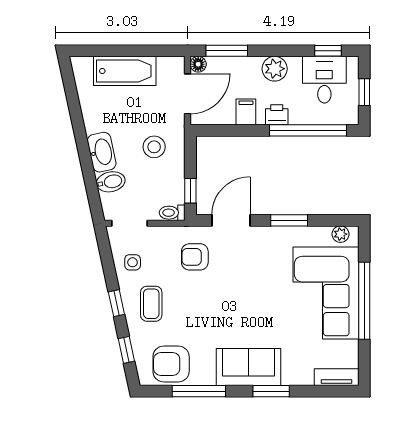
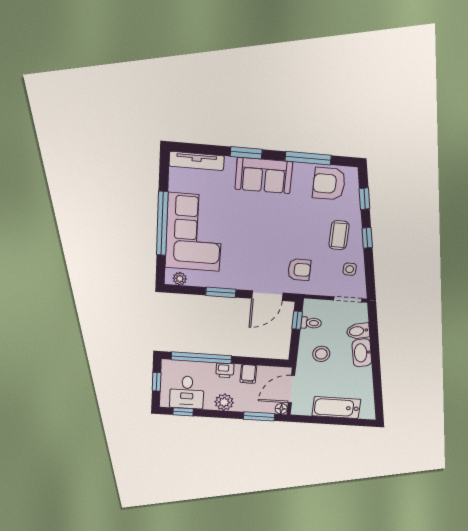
toilet: (172, 213) -> (311, 323), moved
armchair: (171, 364) -> (329, 184), turned 180
tv unit: (337, 377) -> (197, 161), width x1.41

